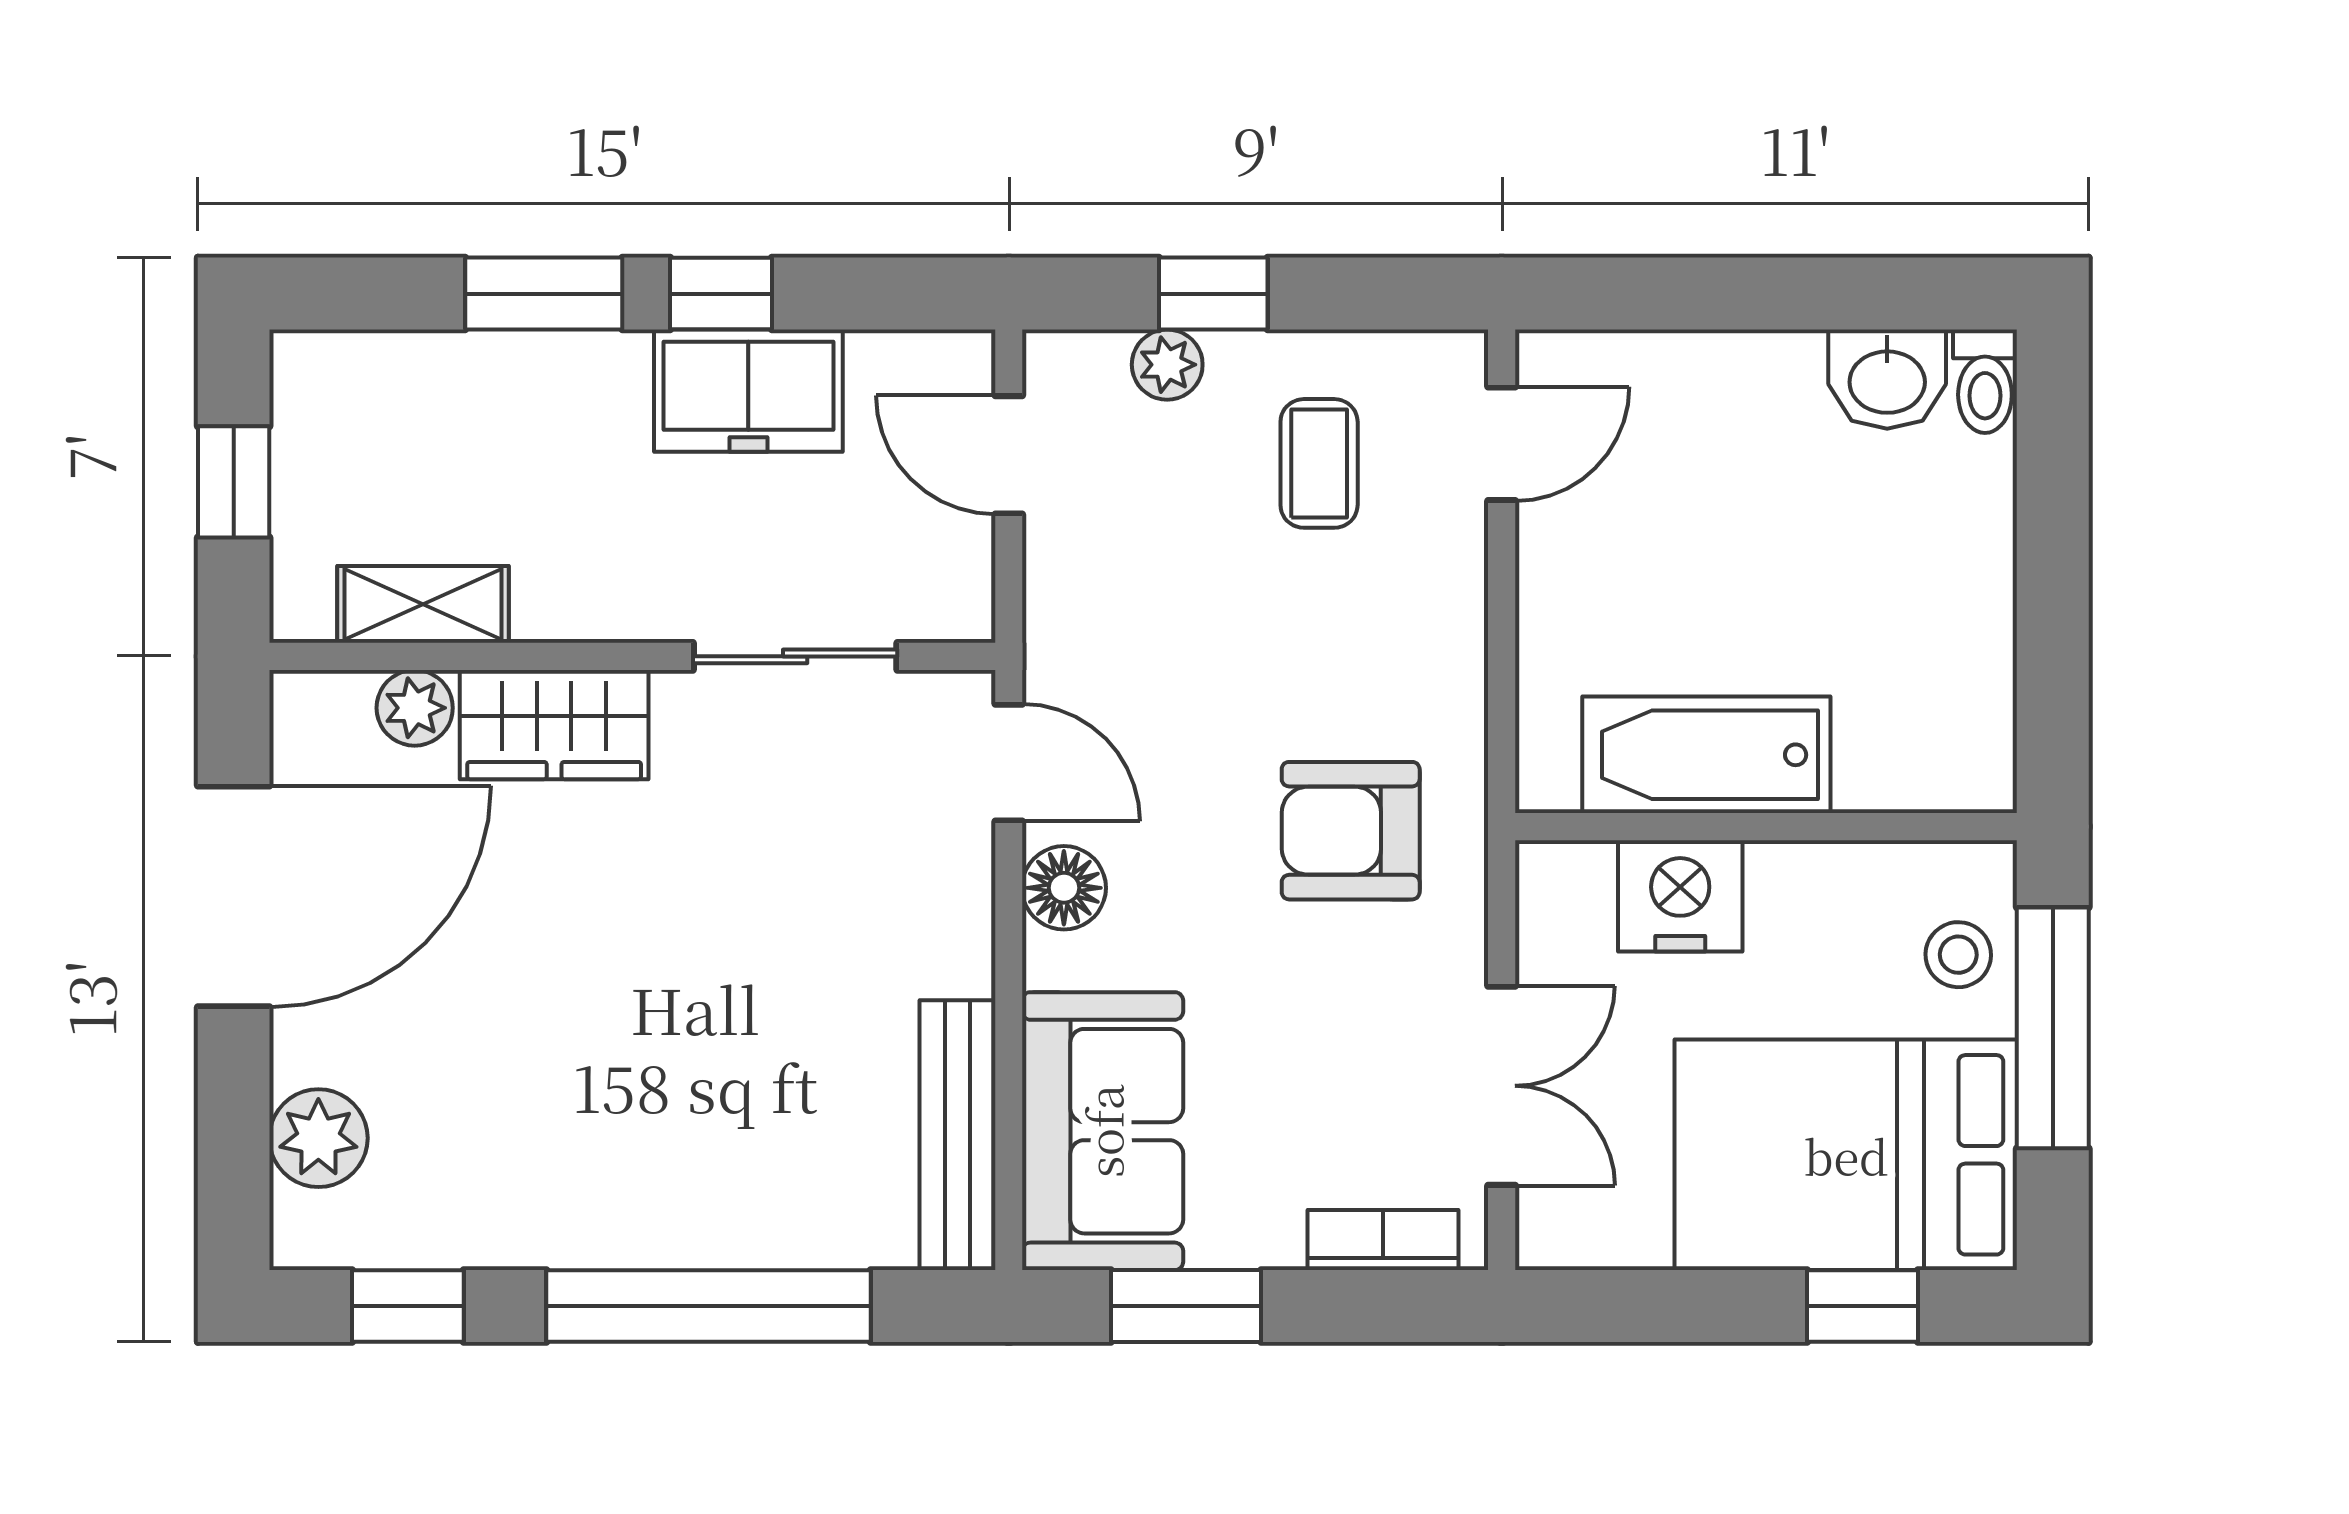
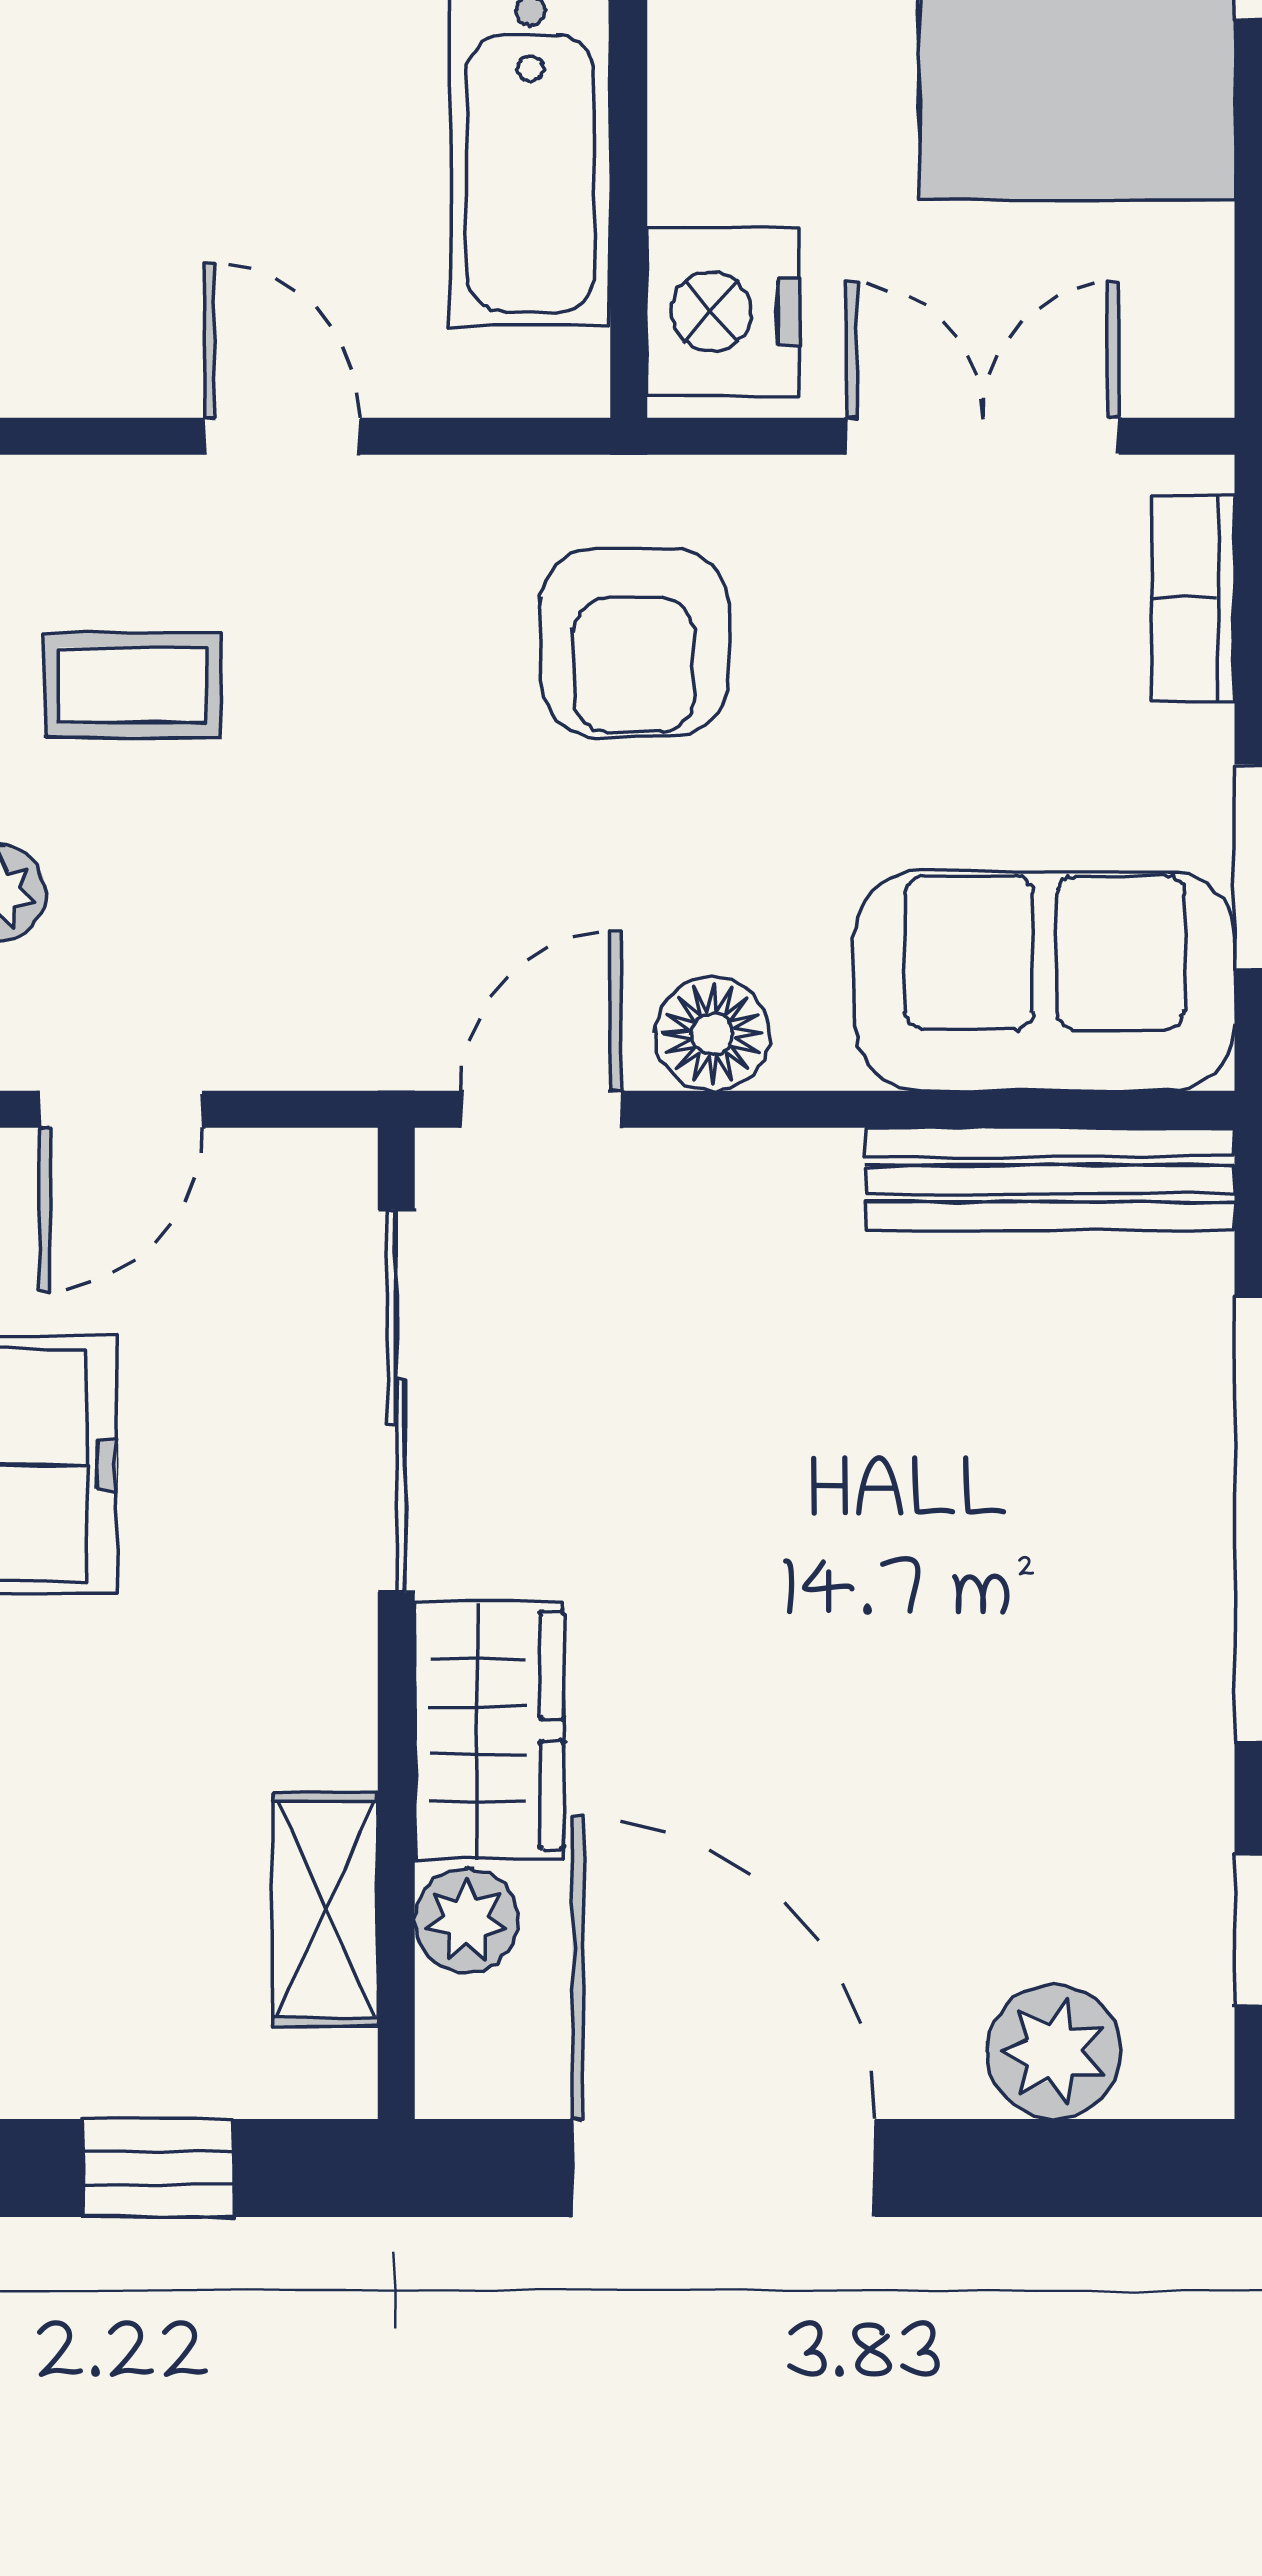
door: (1502, 444) -> (282, 436), moved
sliding door: (795, 656) -> (396, 1401), width x1.37
nightstand: (1680, 896) -> (723, 312), moved

